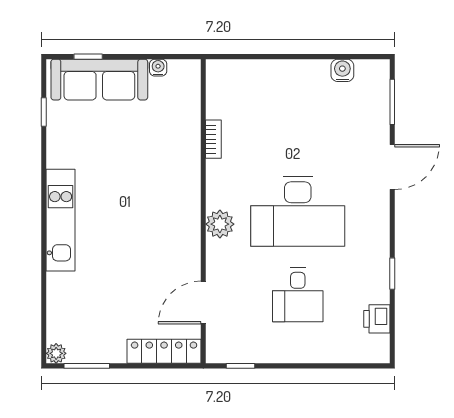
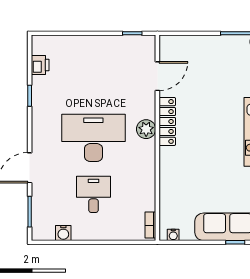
water cooler: (158, 68) -> (173, 235), moved
bookcase: (213, 139) -> (150, 225), moved
desk: (298, 295) -> (93, 194), moved
locker: (164, 351) -> (167, 121), moved, turned -90

